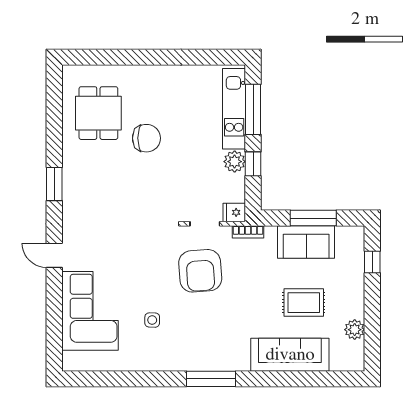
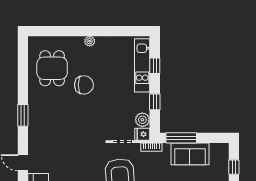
plant: (155, 72) -> (90, 41), added
window: (253, 109) -> (155, 66), width x0.46
plant: (235, 162) -> (142, 120), moved
window: (313, 218) -> (181, 138), moved

